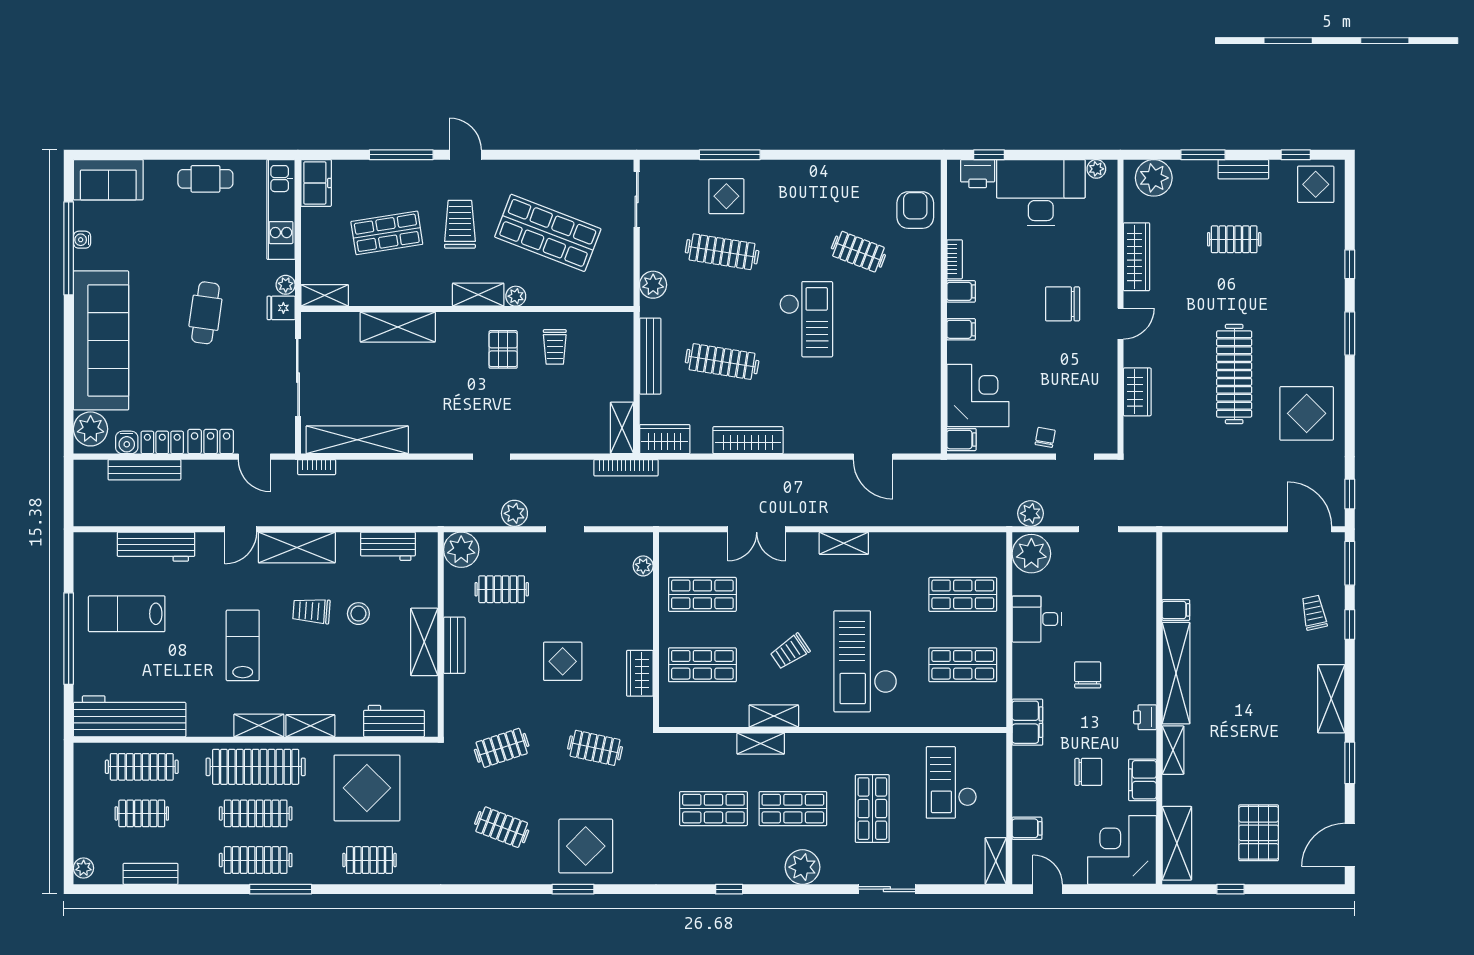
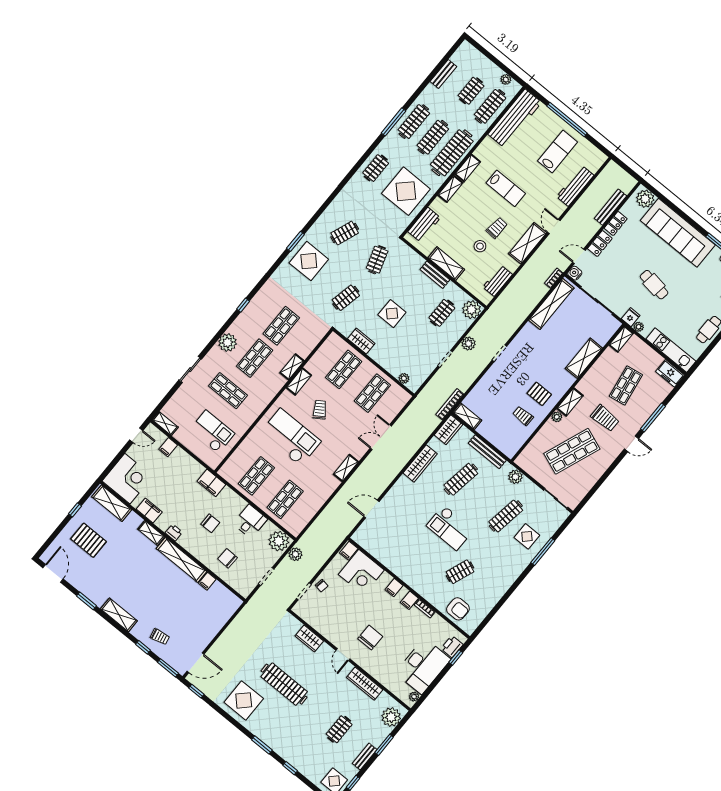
water cooler: (127, 442) -> (575, 273), moved
chair: (1088, 772) -> (228, 558), moved, turned 92
plant: (84, 868) -> (506, 79), moved

